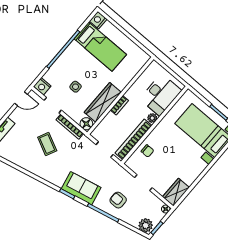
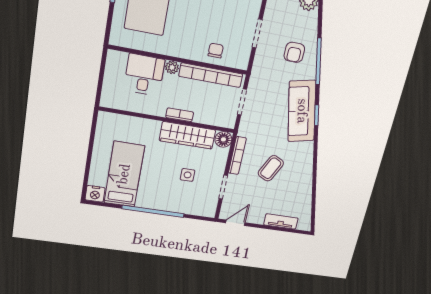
nightstand: (42, 86) -> (209, 209), removed
desk: (160, 95) -> (144, 75), width x0.73
door: (21, 99) -> (235, 223), hinge flipped
sofa: (81, 188) -> (302, 111), width x1.36

